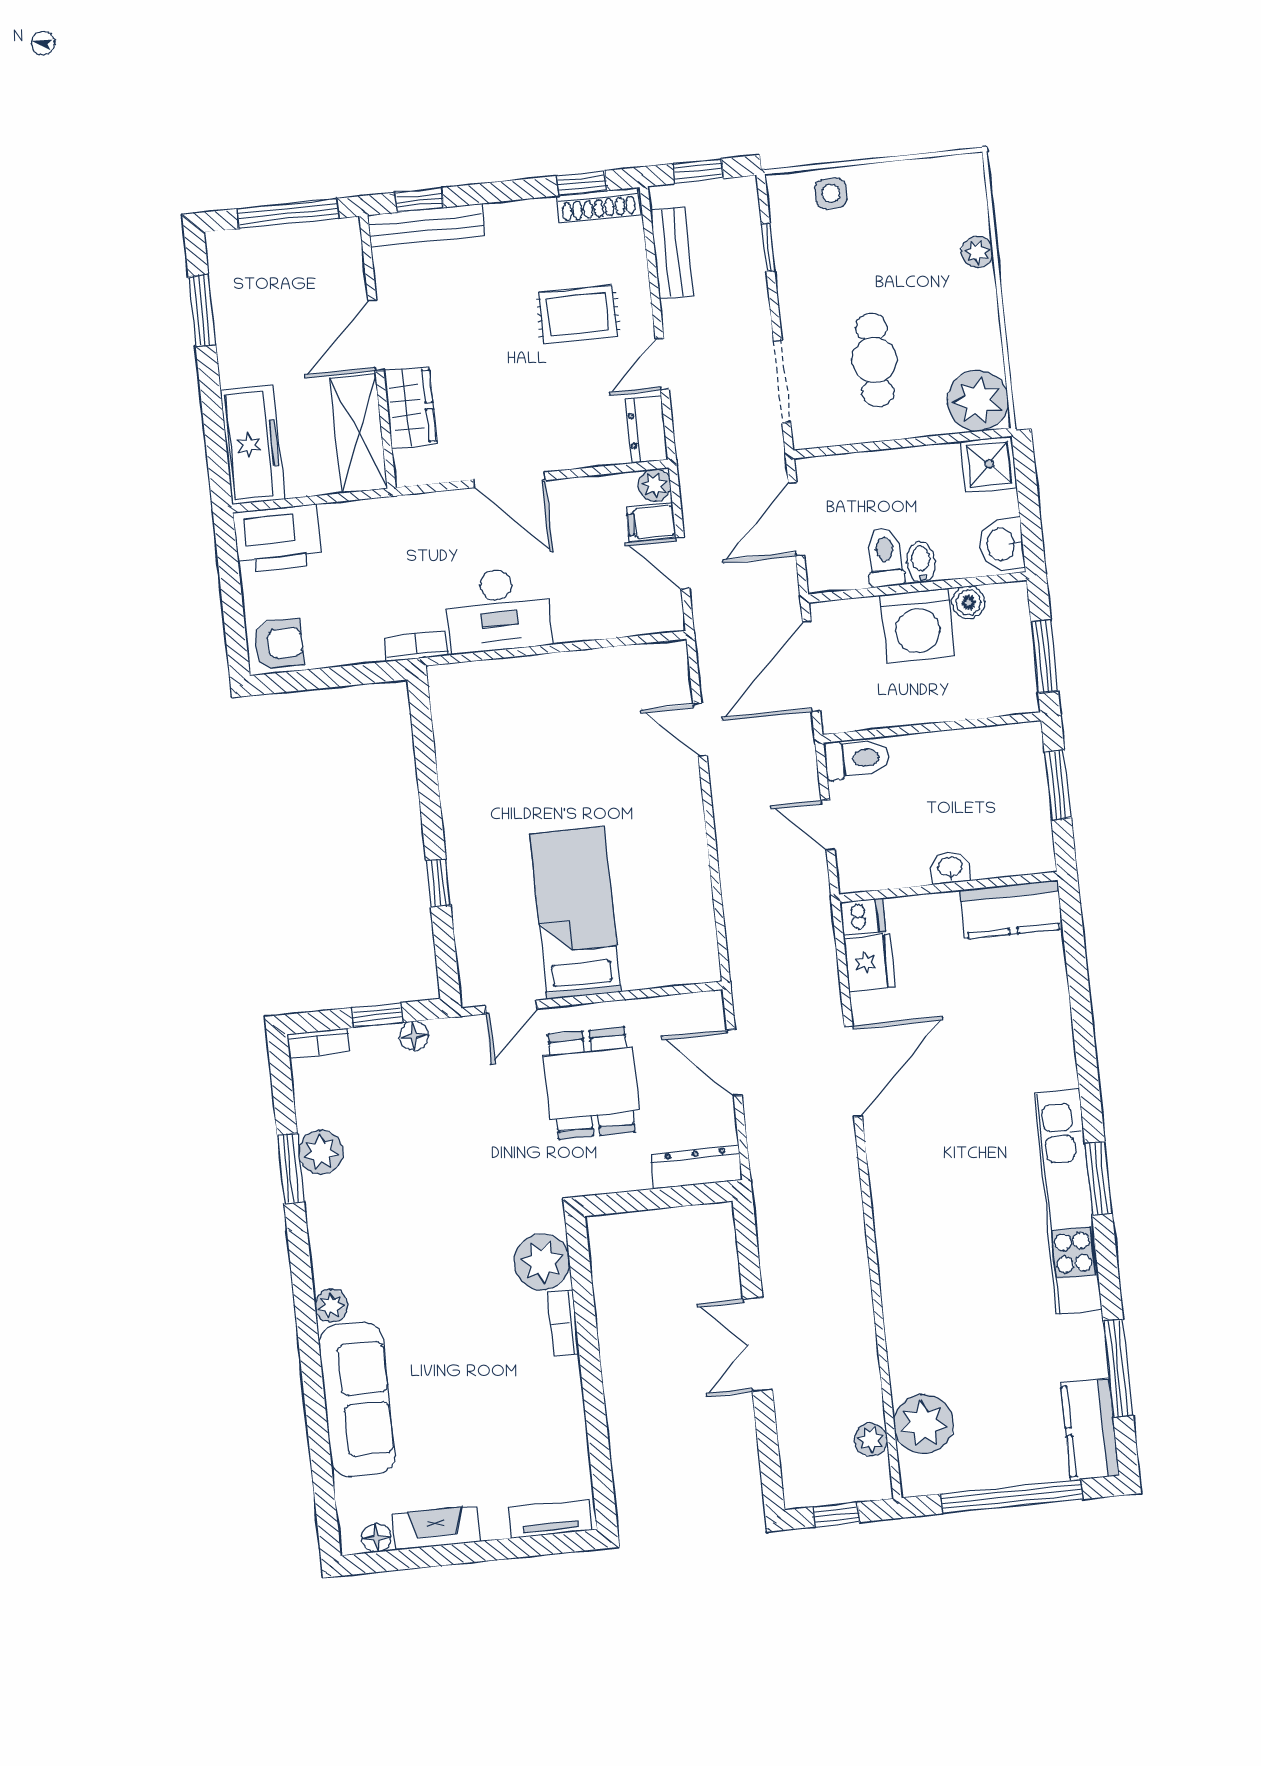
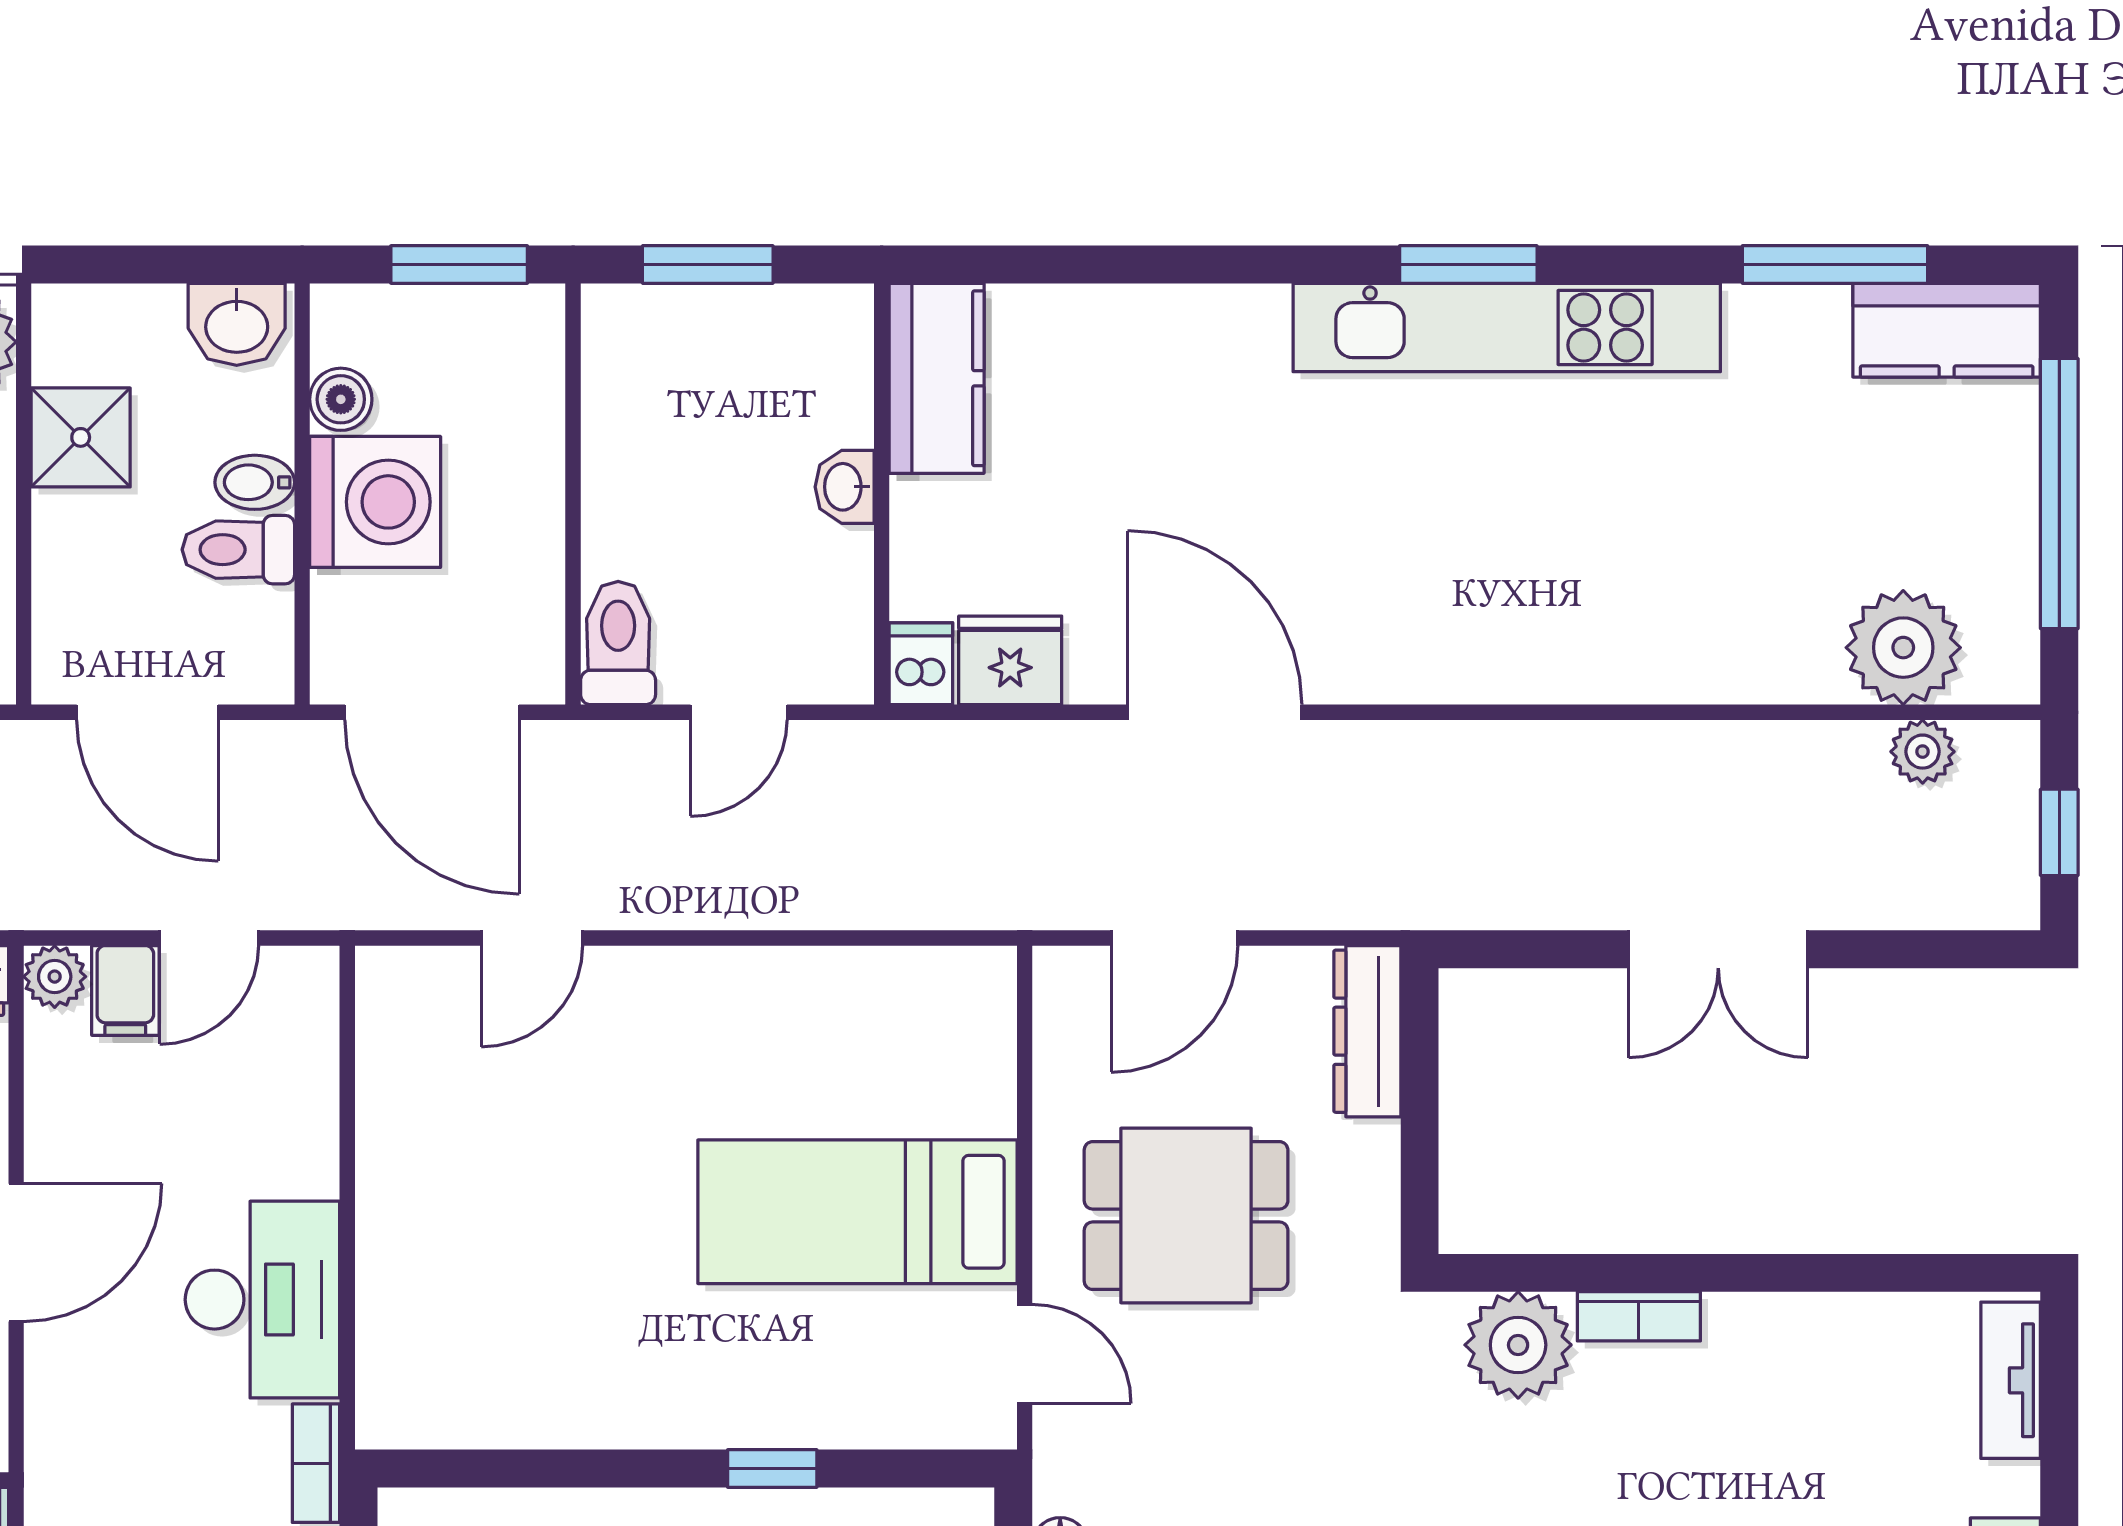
shower: (989, 464) -> (81, 437), moved

